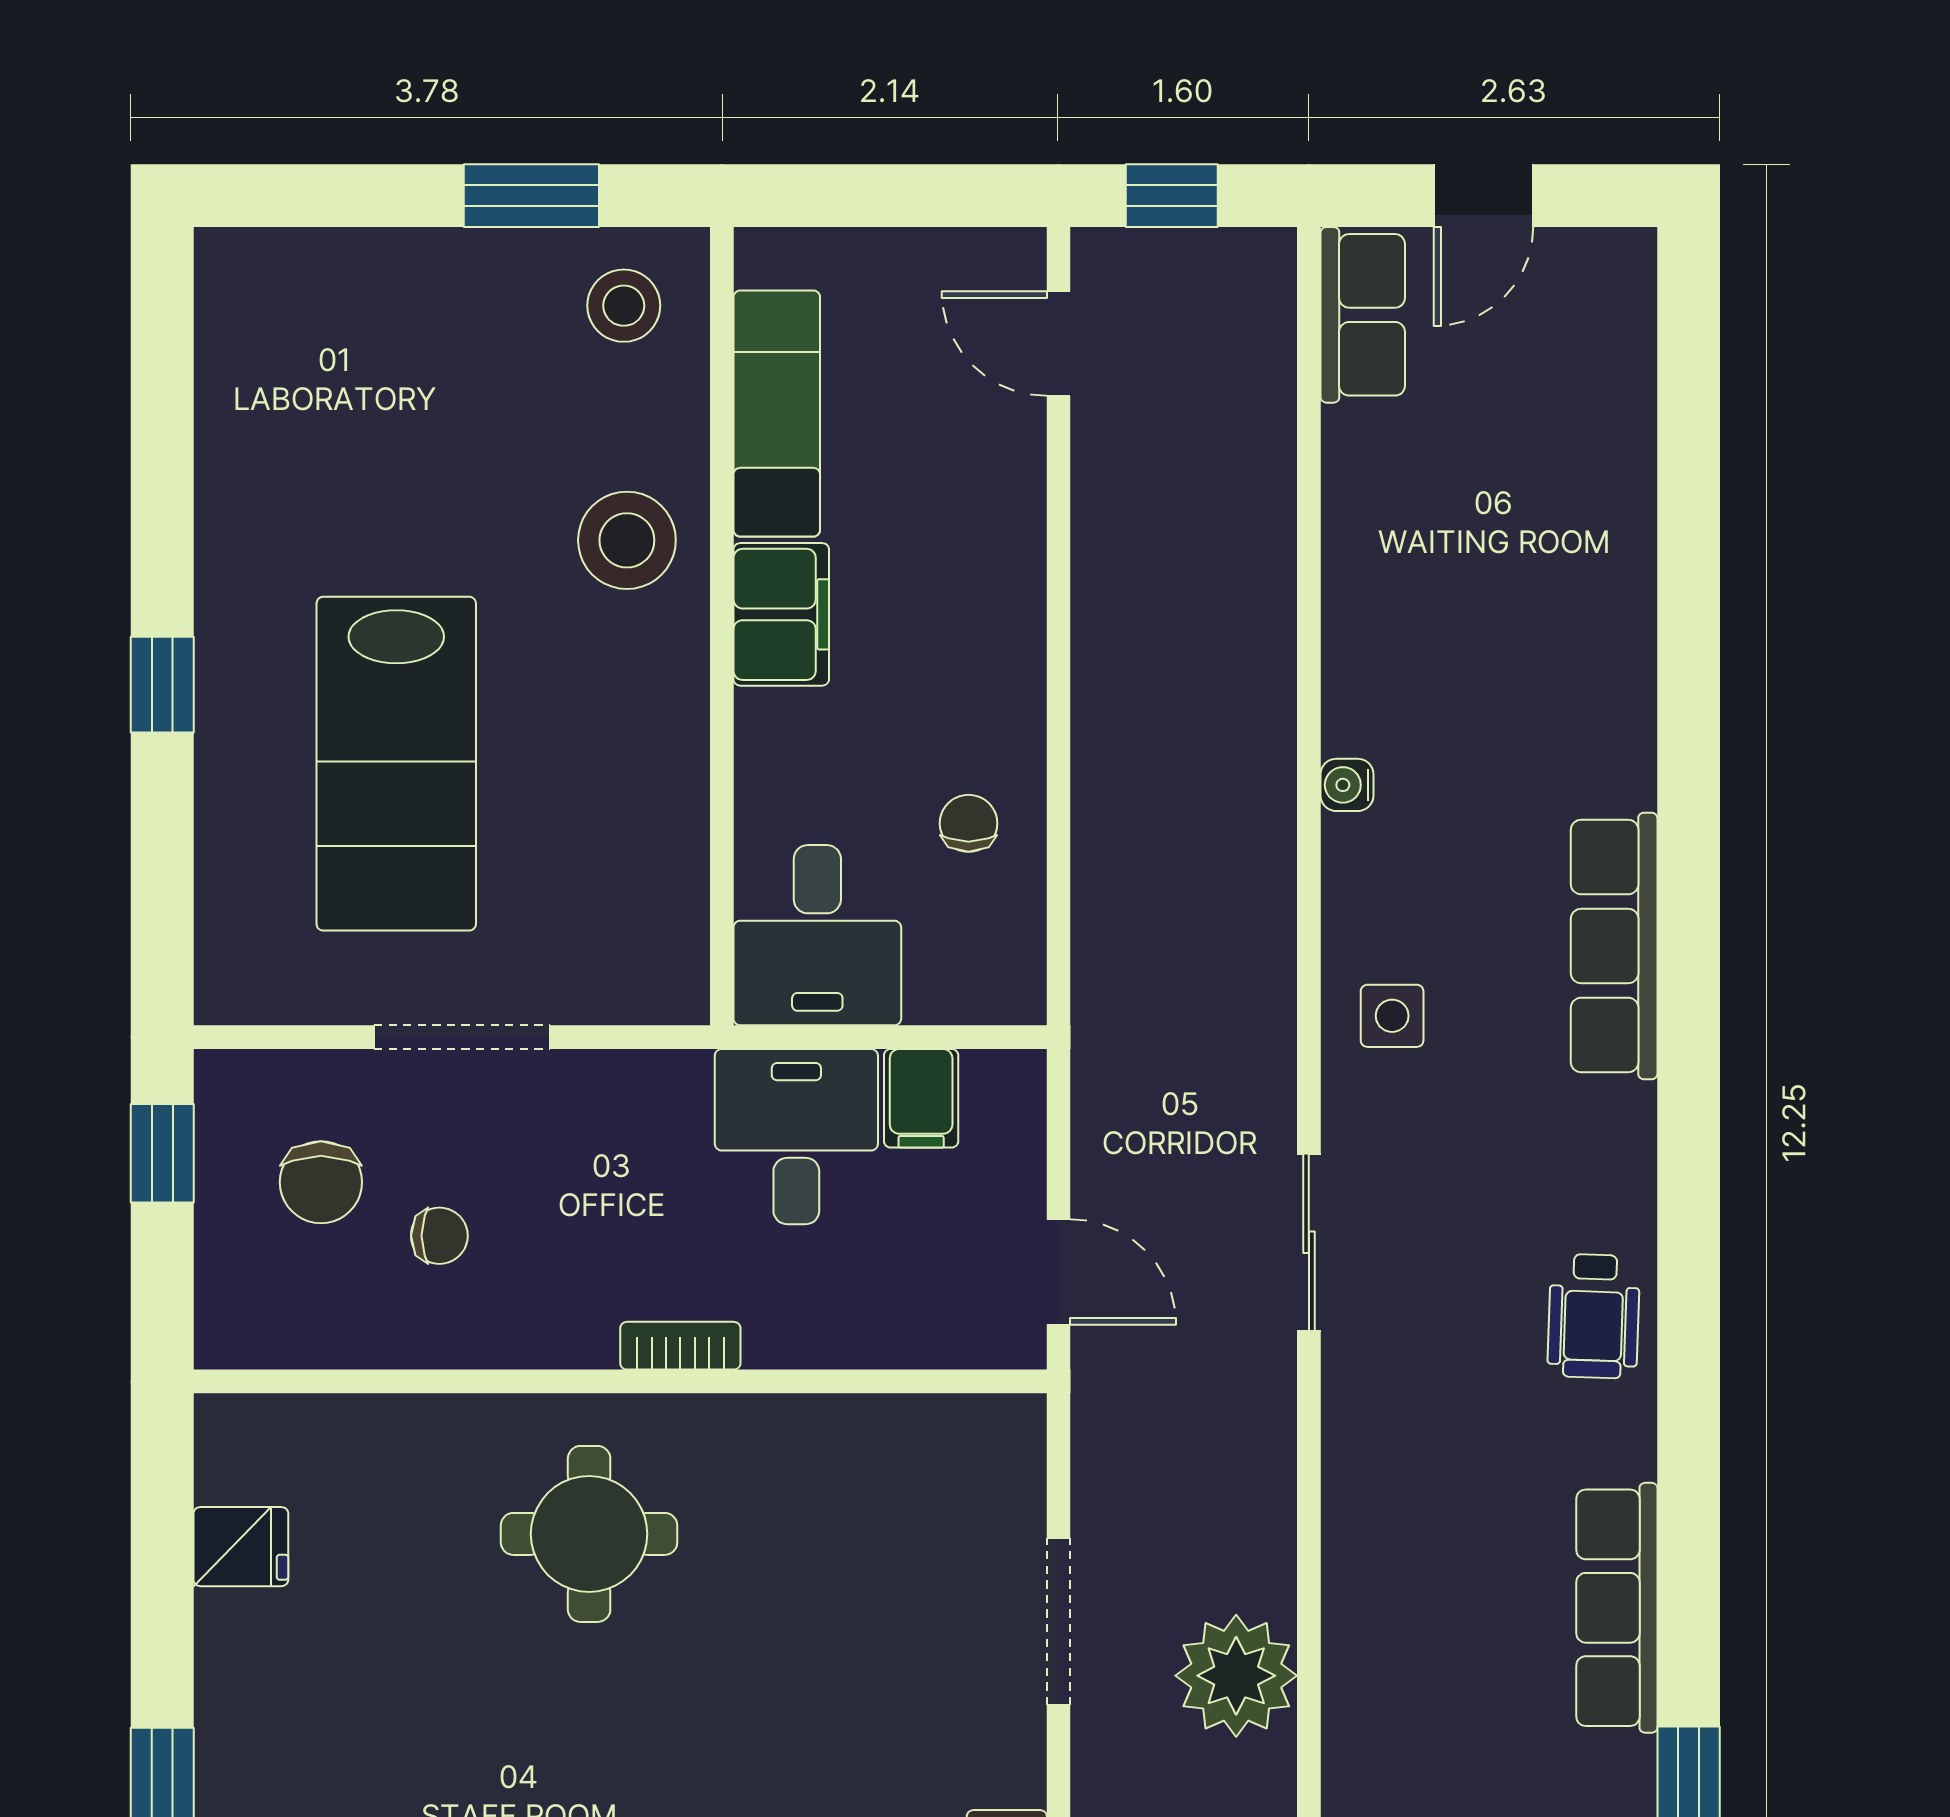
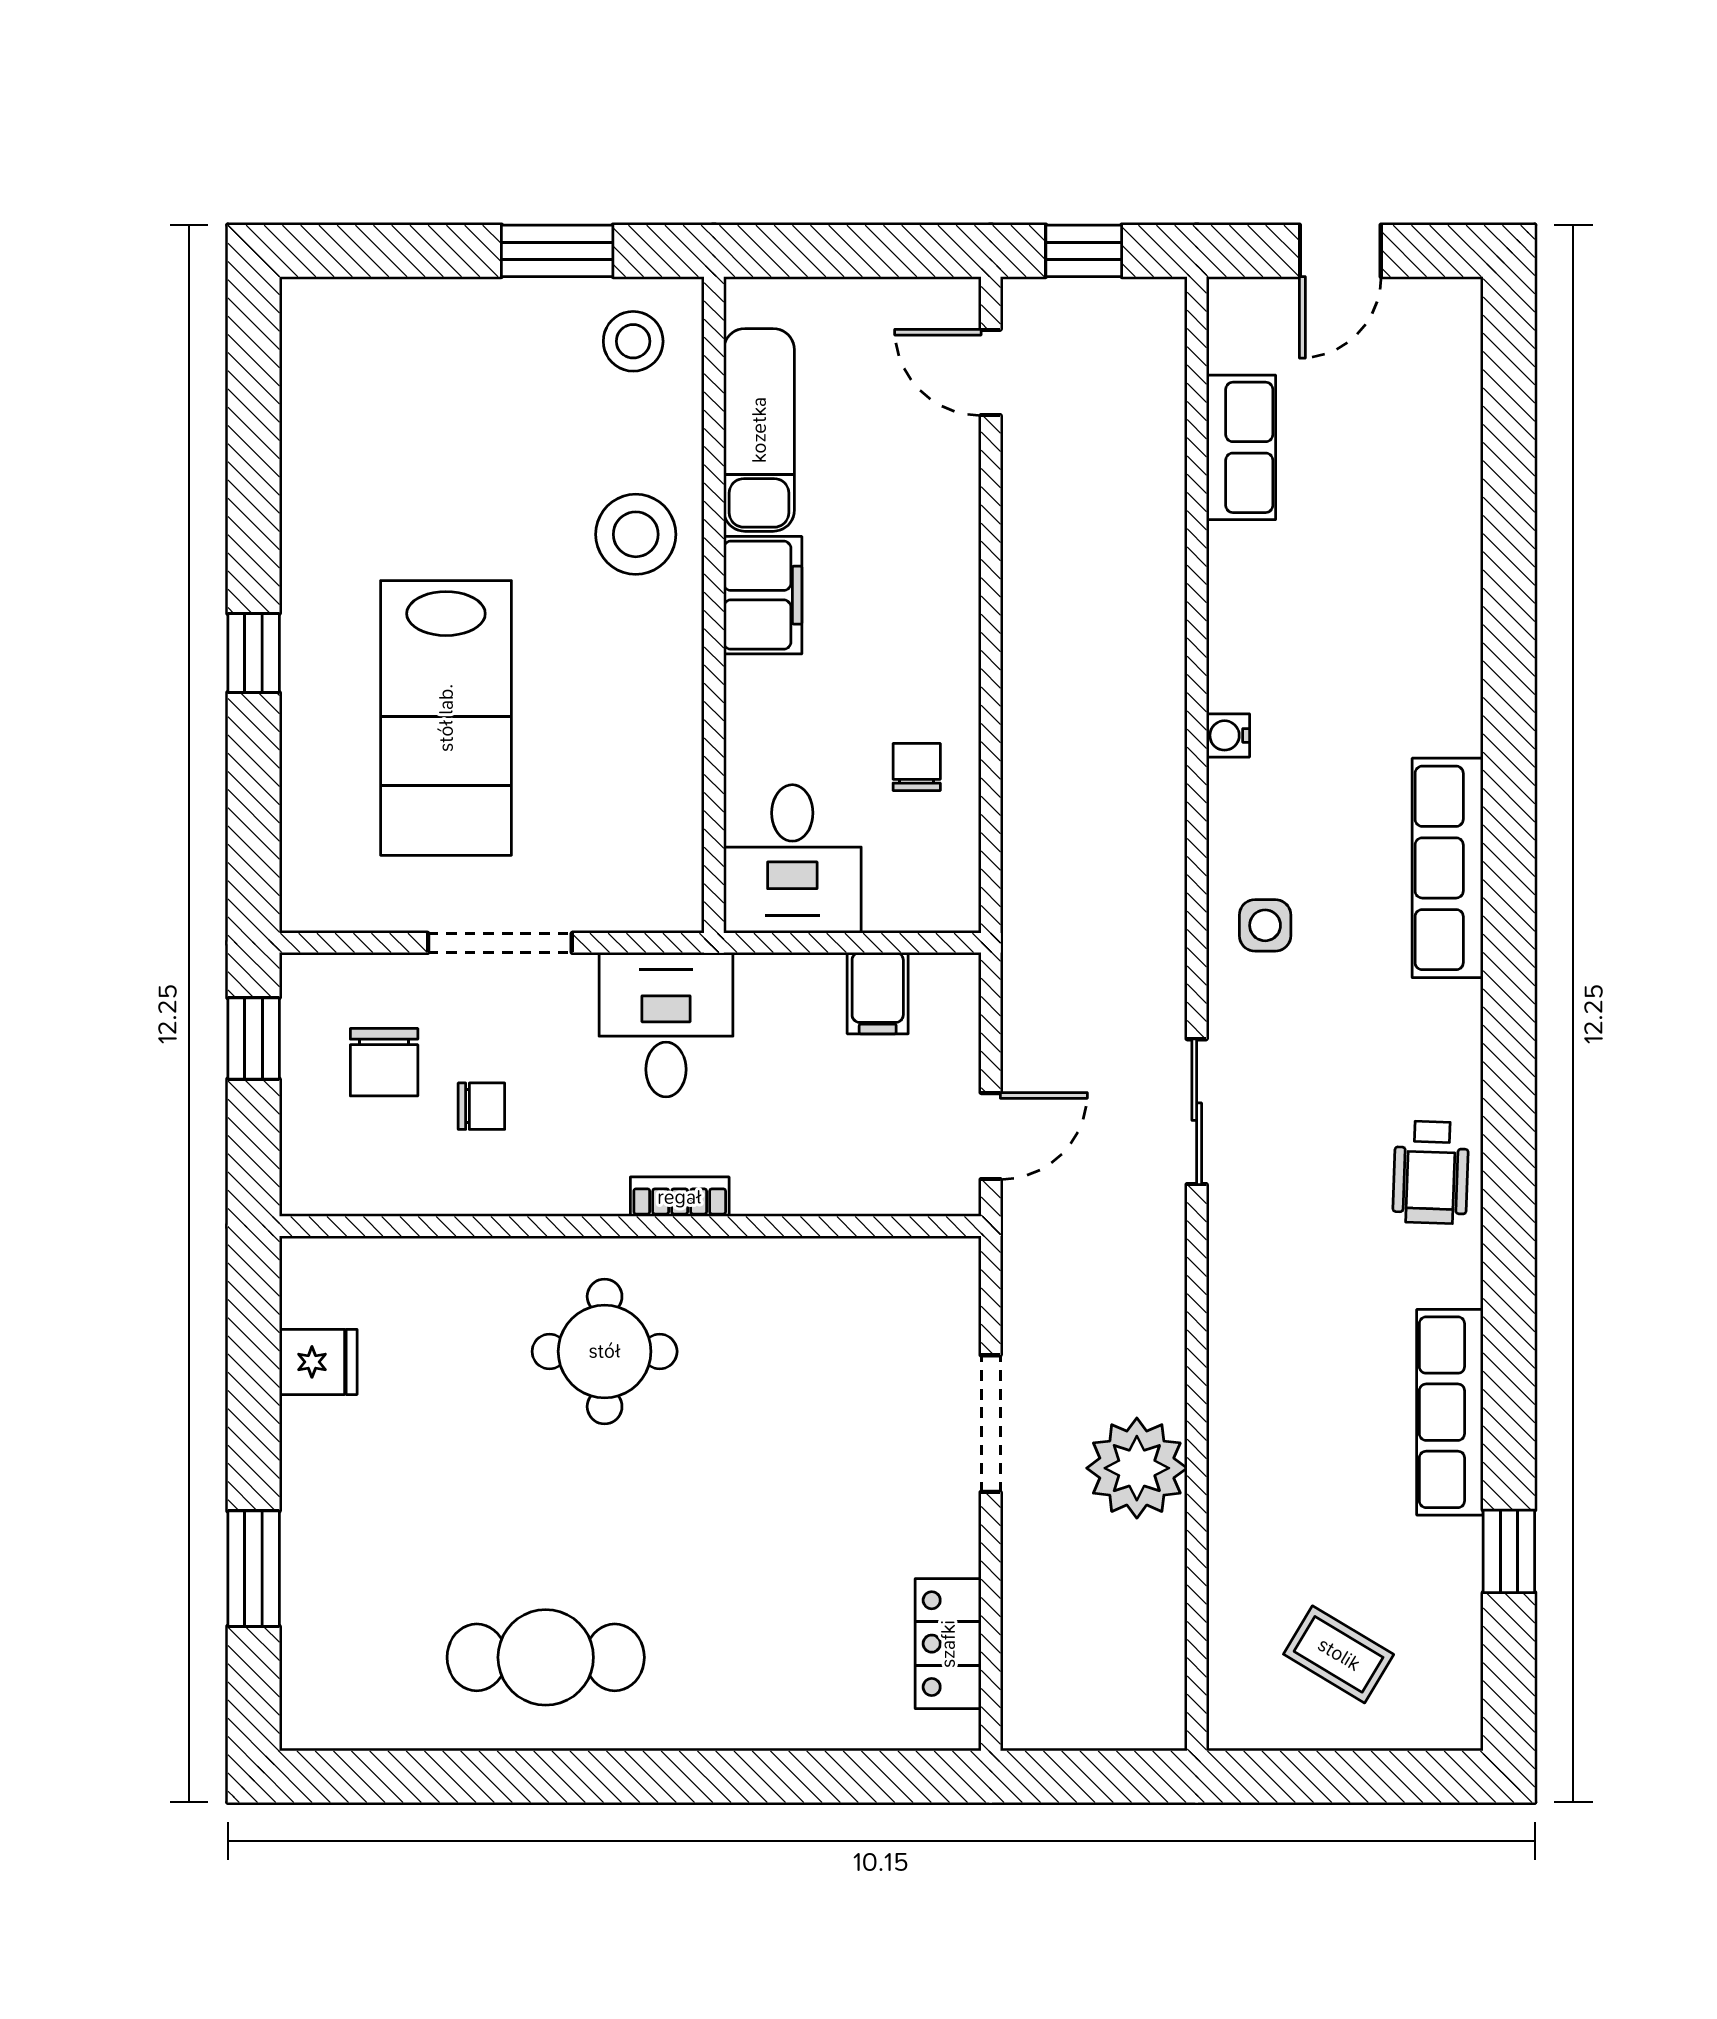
row of seats: (1363, 315) -> (1241, 447), moved
desk: (796, 1137) -> (666, 1025), moved
door: (1059, 1272) -> (991, 1136), hinge flipped

